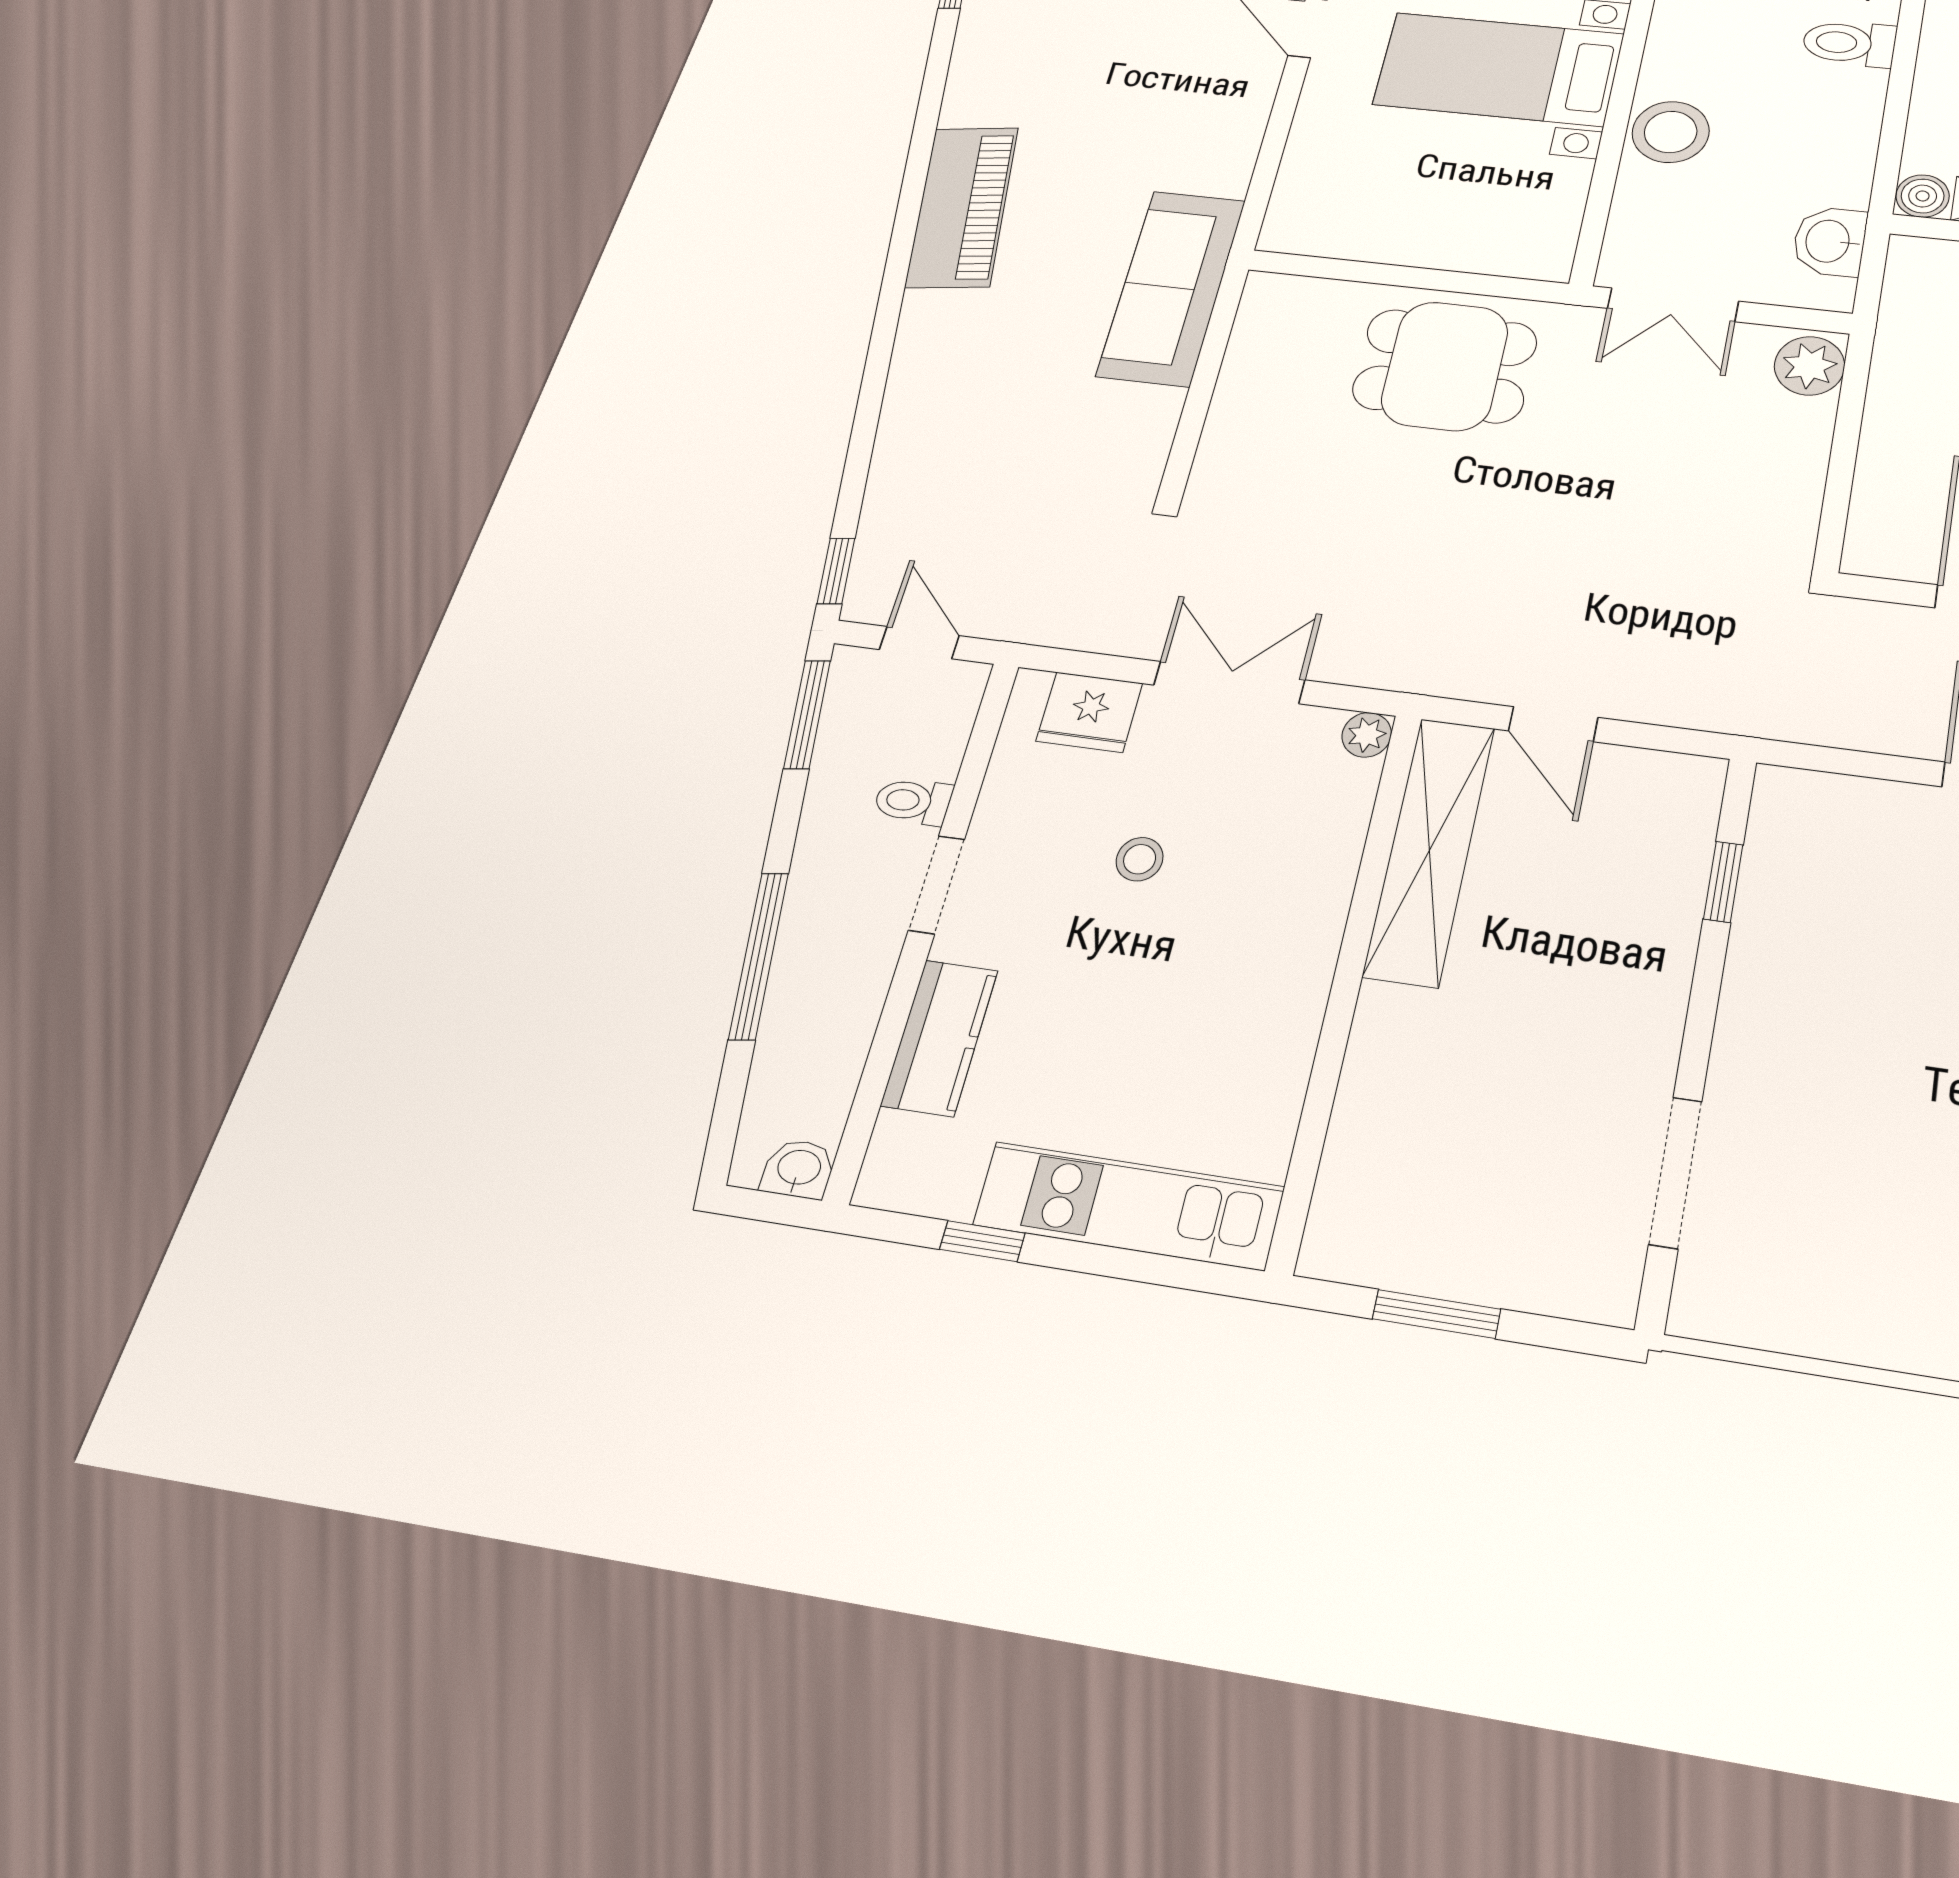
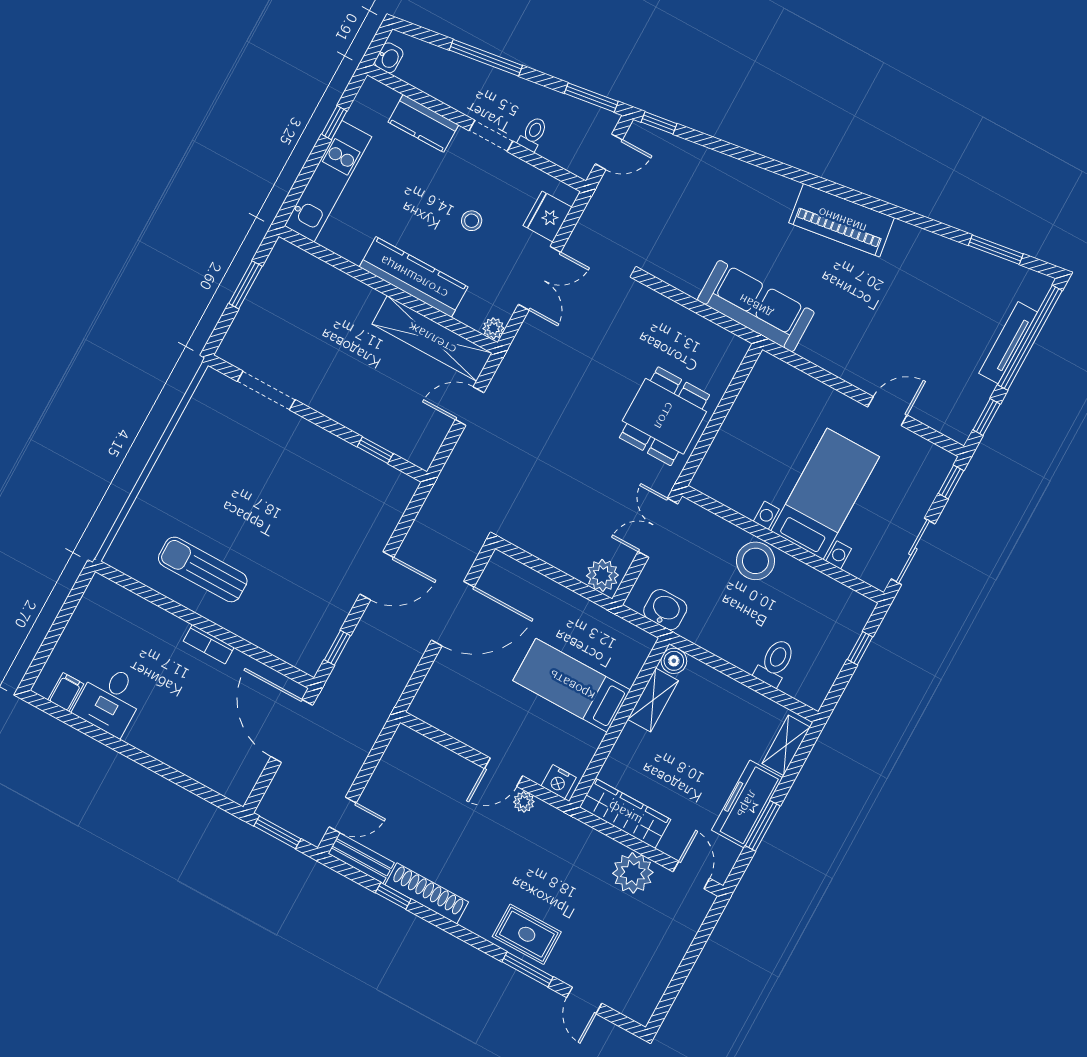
kitchen counter: (1302, 936) -> (414, 277), added

